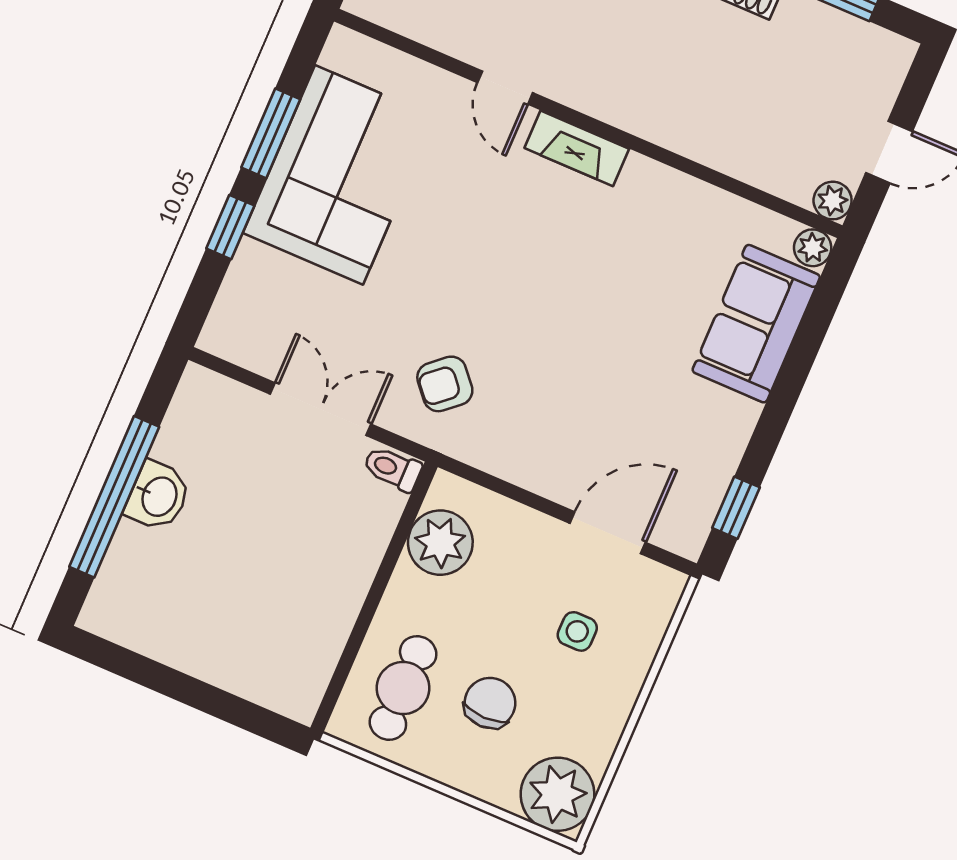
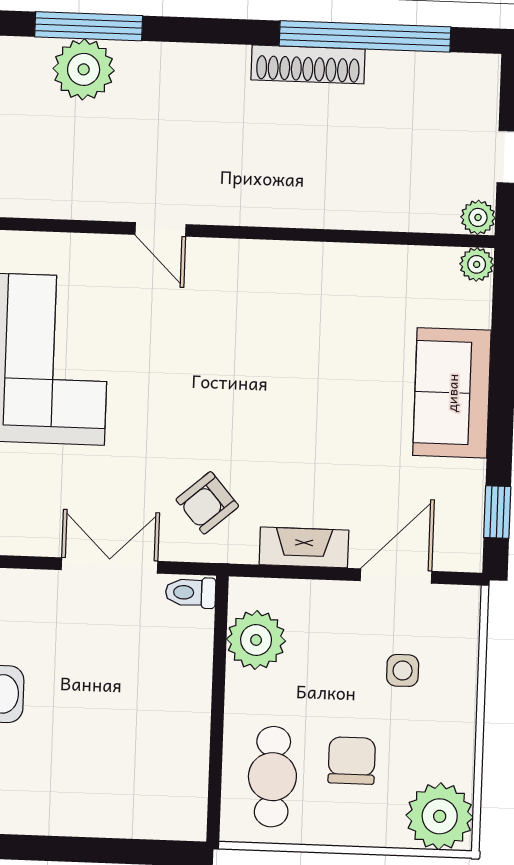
fireplace: (577, 148) -> (304, 547), moved, turned 180
sofa: (756, 324) -> (452, 393), moved

